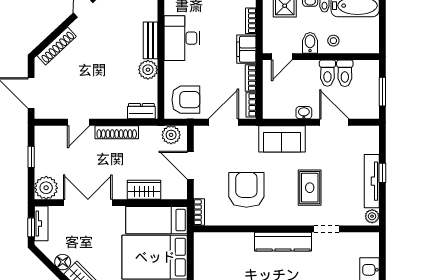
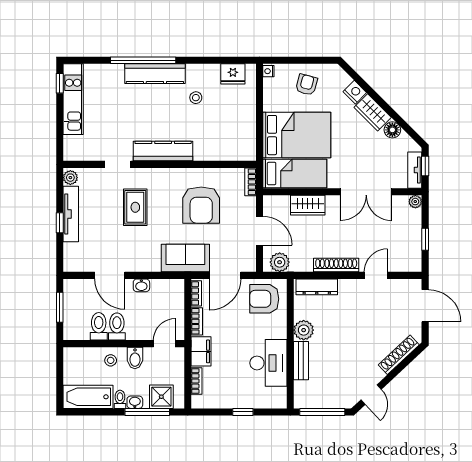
dresser: (141, 111) -> (317, 287), width x1.44
sofa: (282, 139) -> (185, 258), moved
plant: (46, 188) -> (415, 202), width x0.53, depth x0.53

